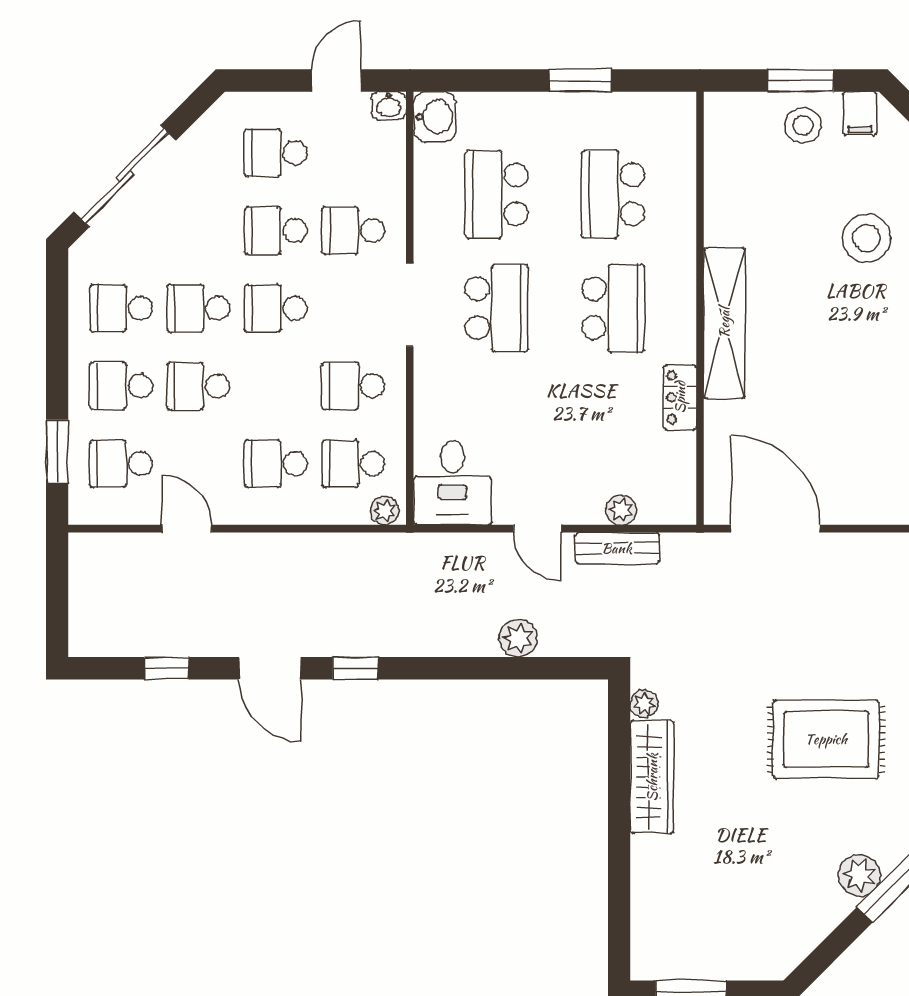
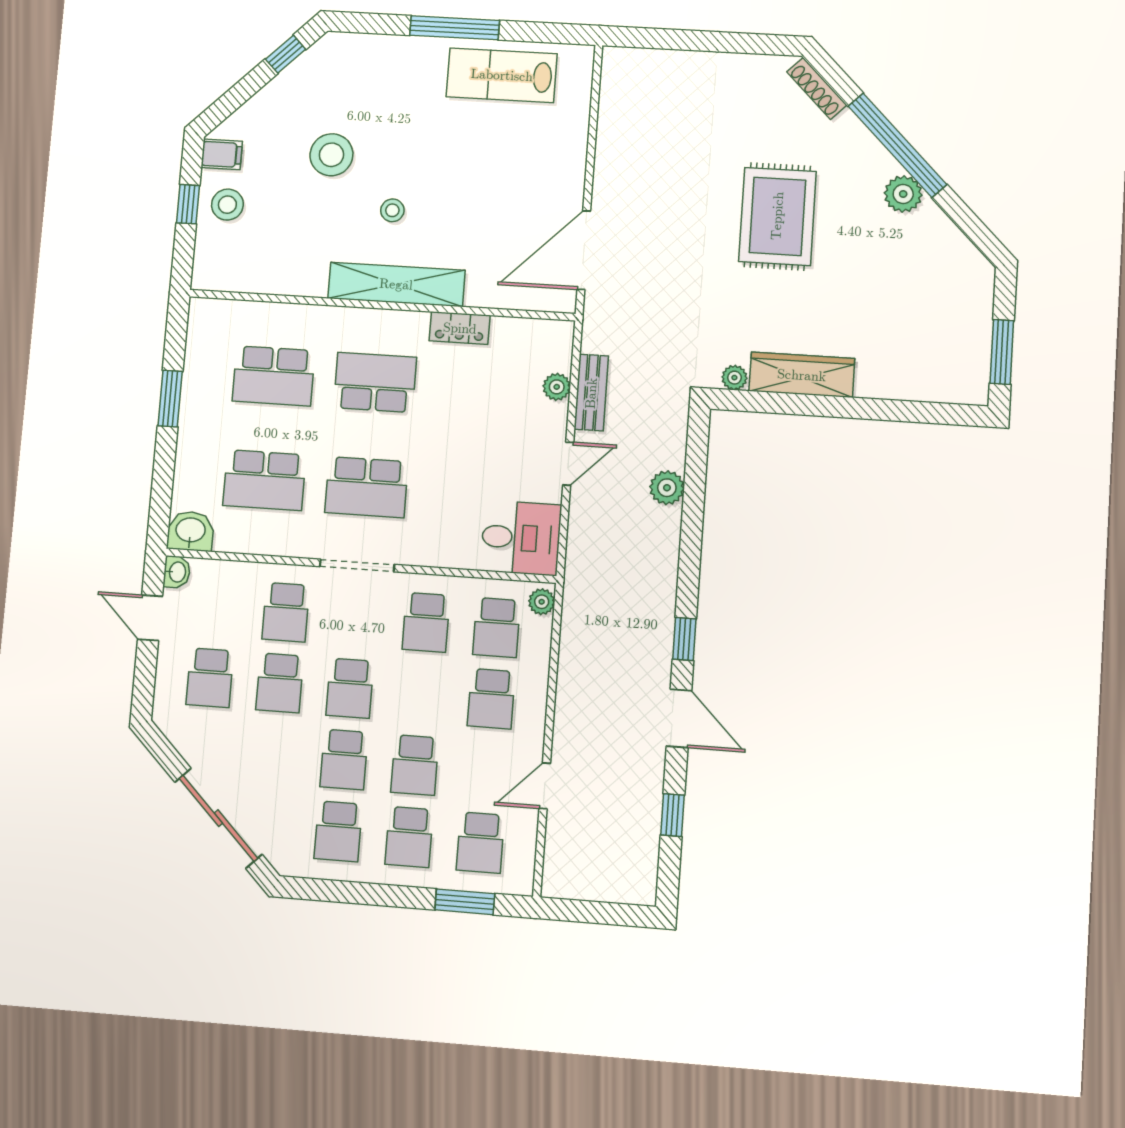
window: (801, 80) -> (188, 204), width x0.67
school desk: (497, 308) -> (366, 487), turned 180
stool: (807, 312) -> (392, 210), added
door: (270, 668) -> (679, 718), hinge flipped

